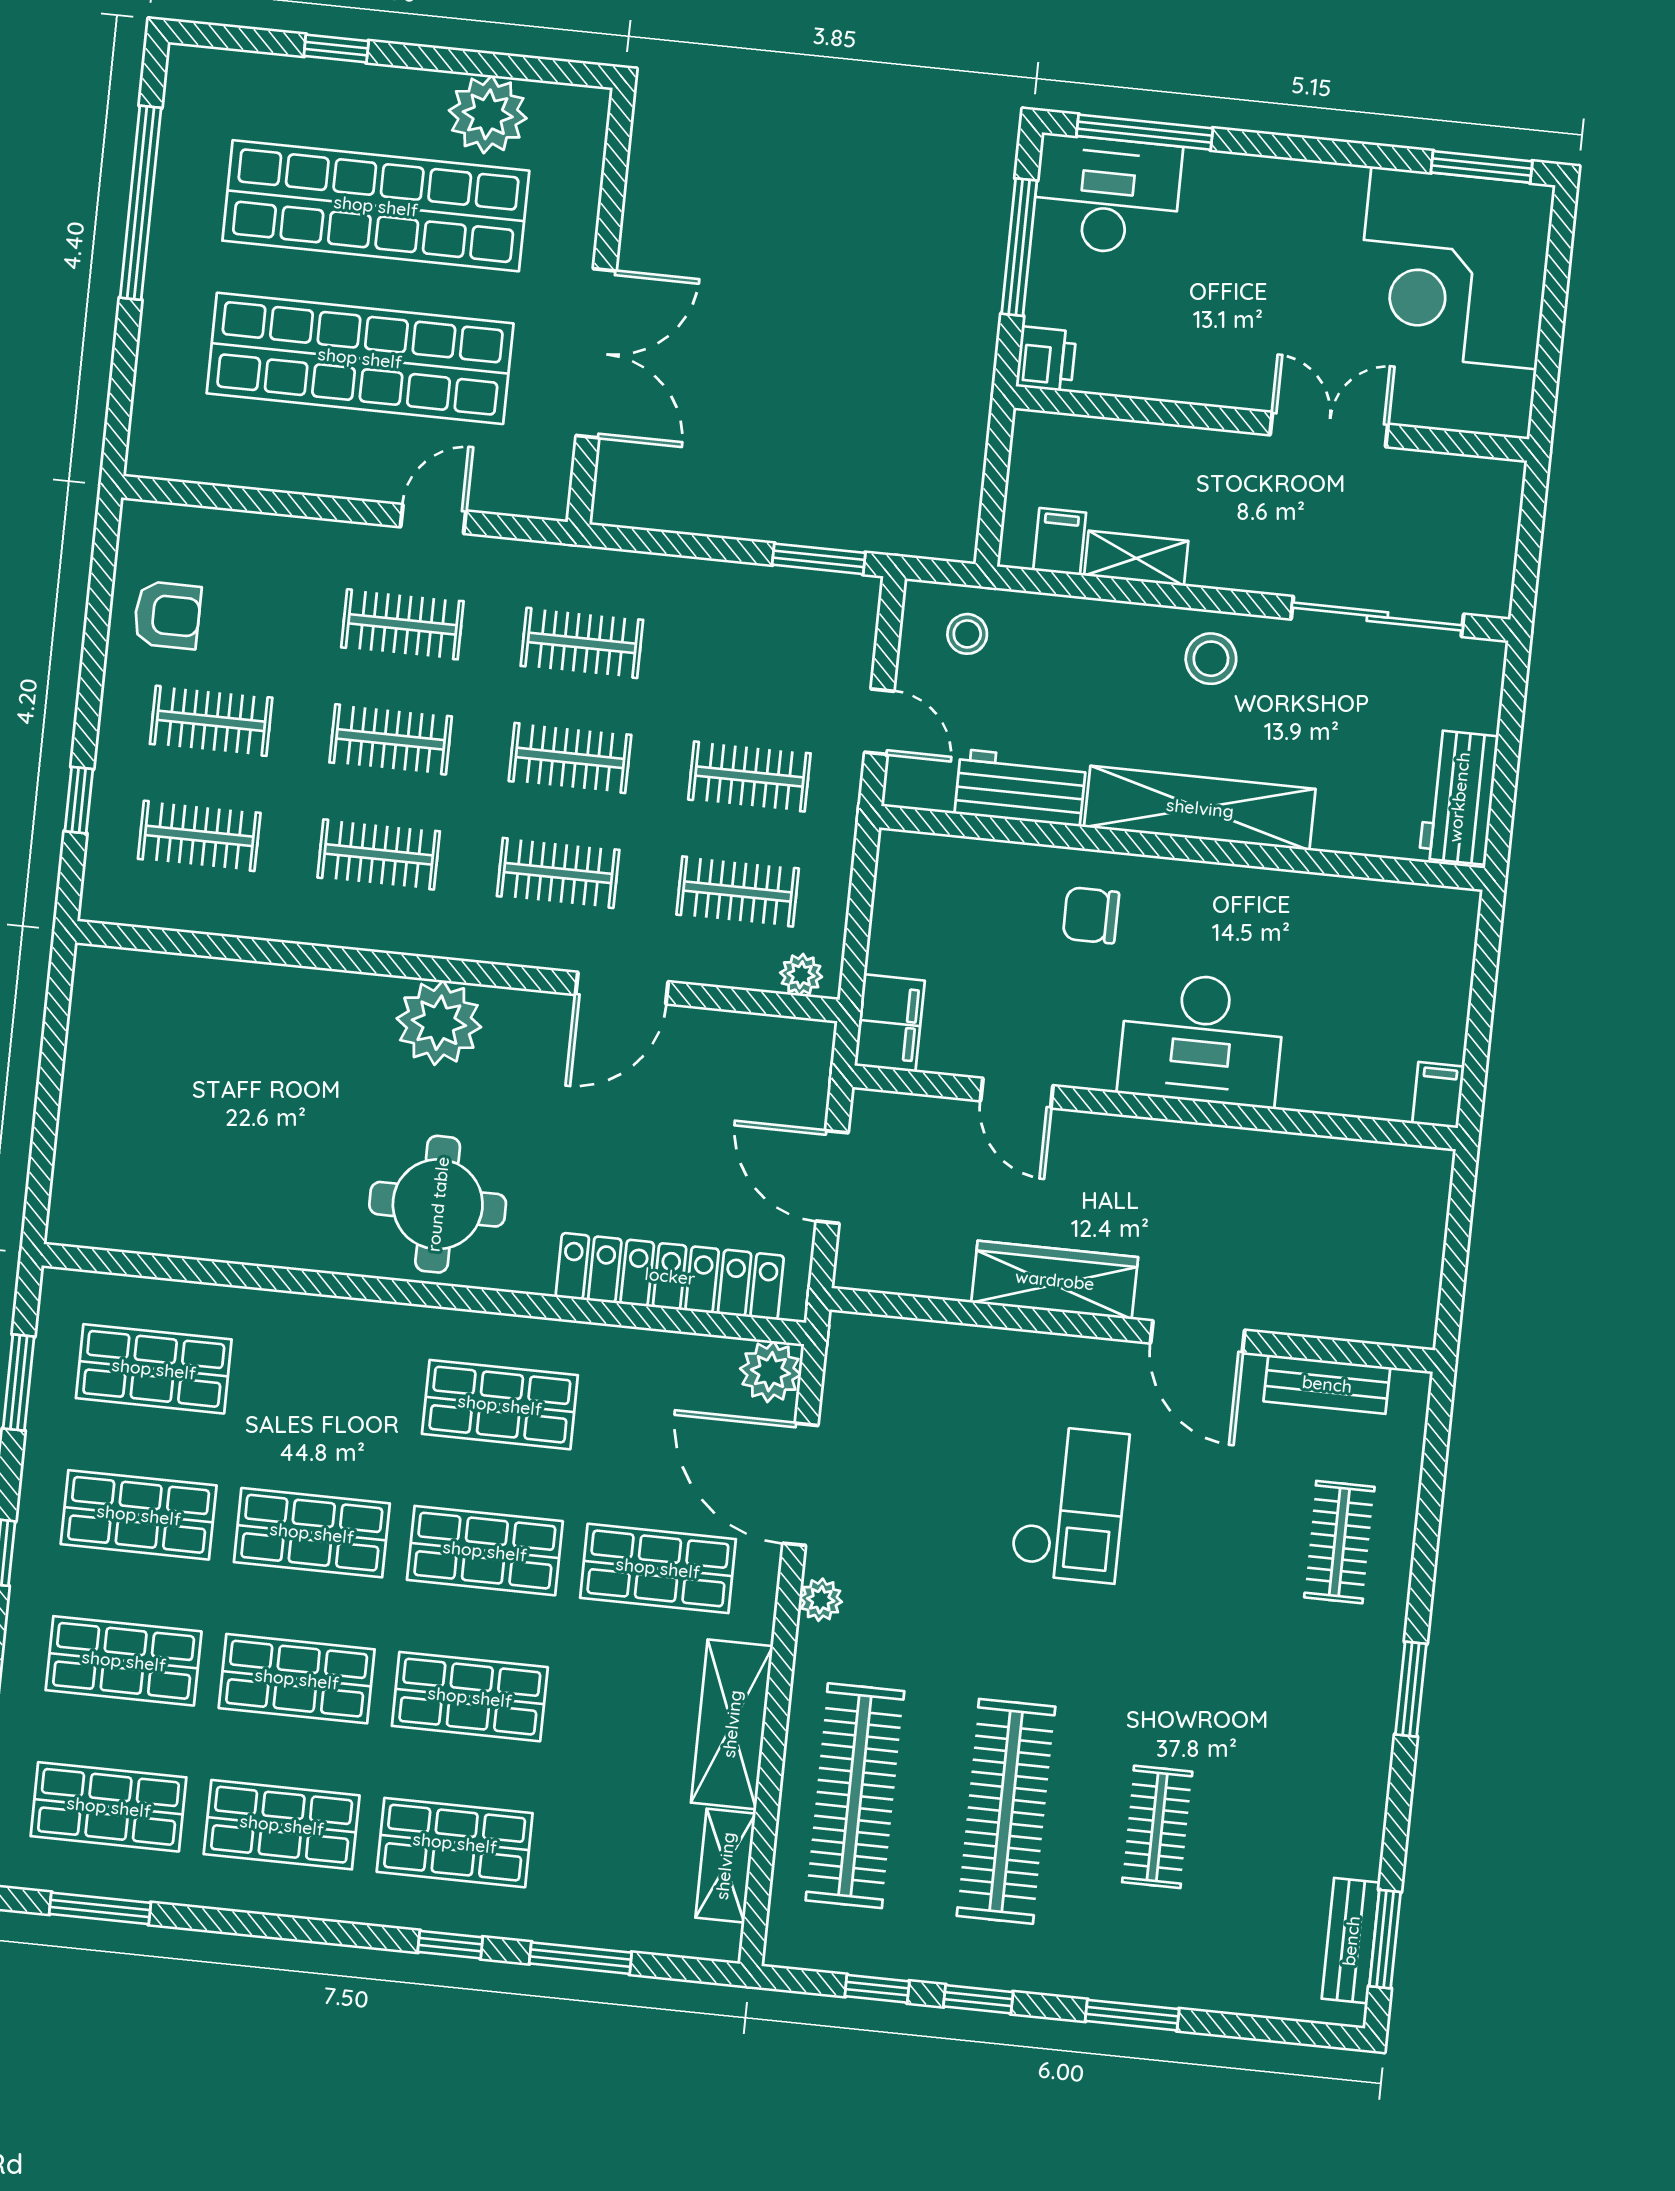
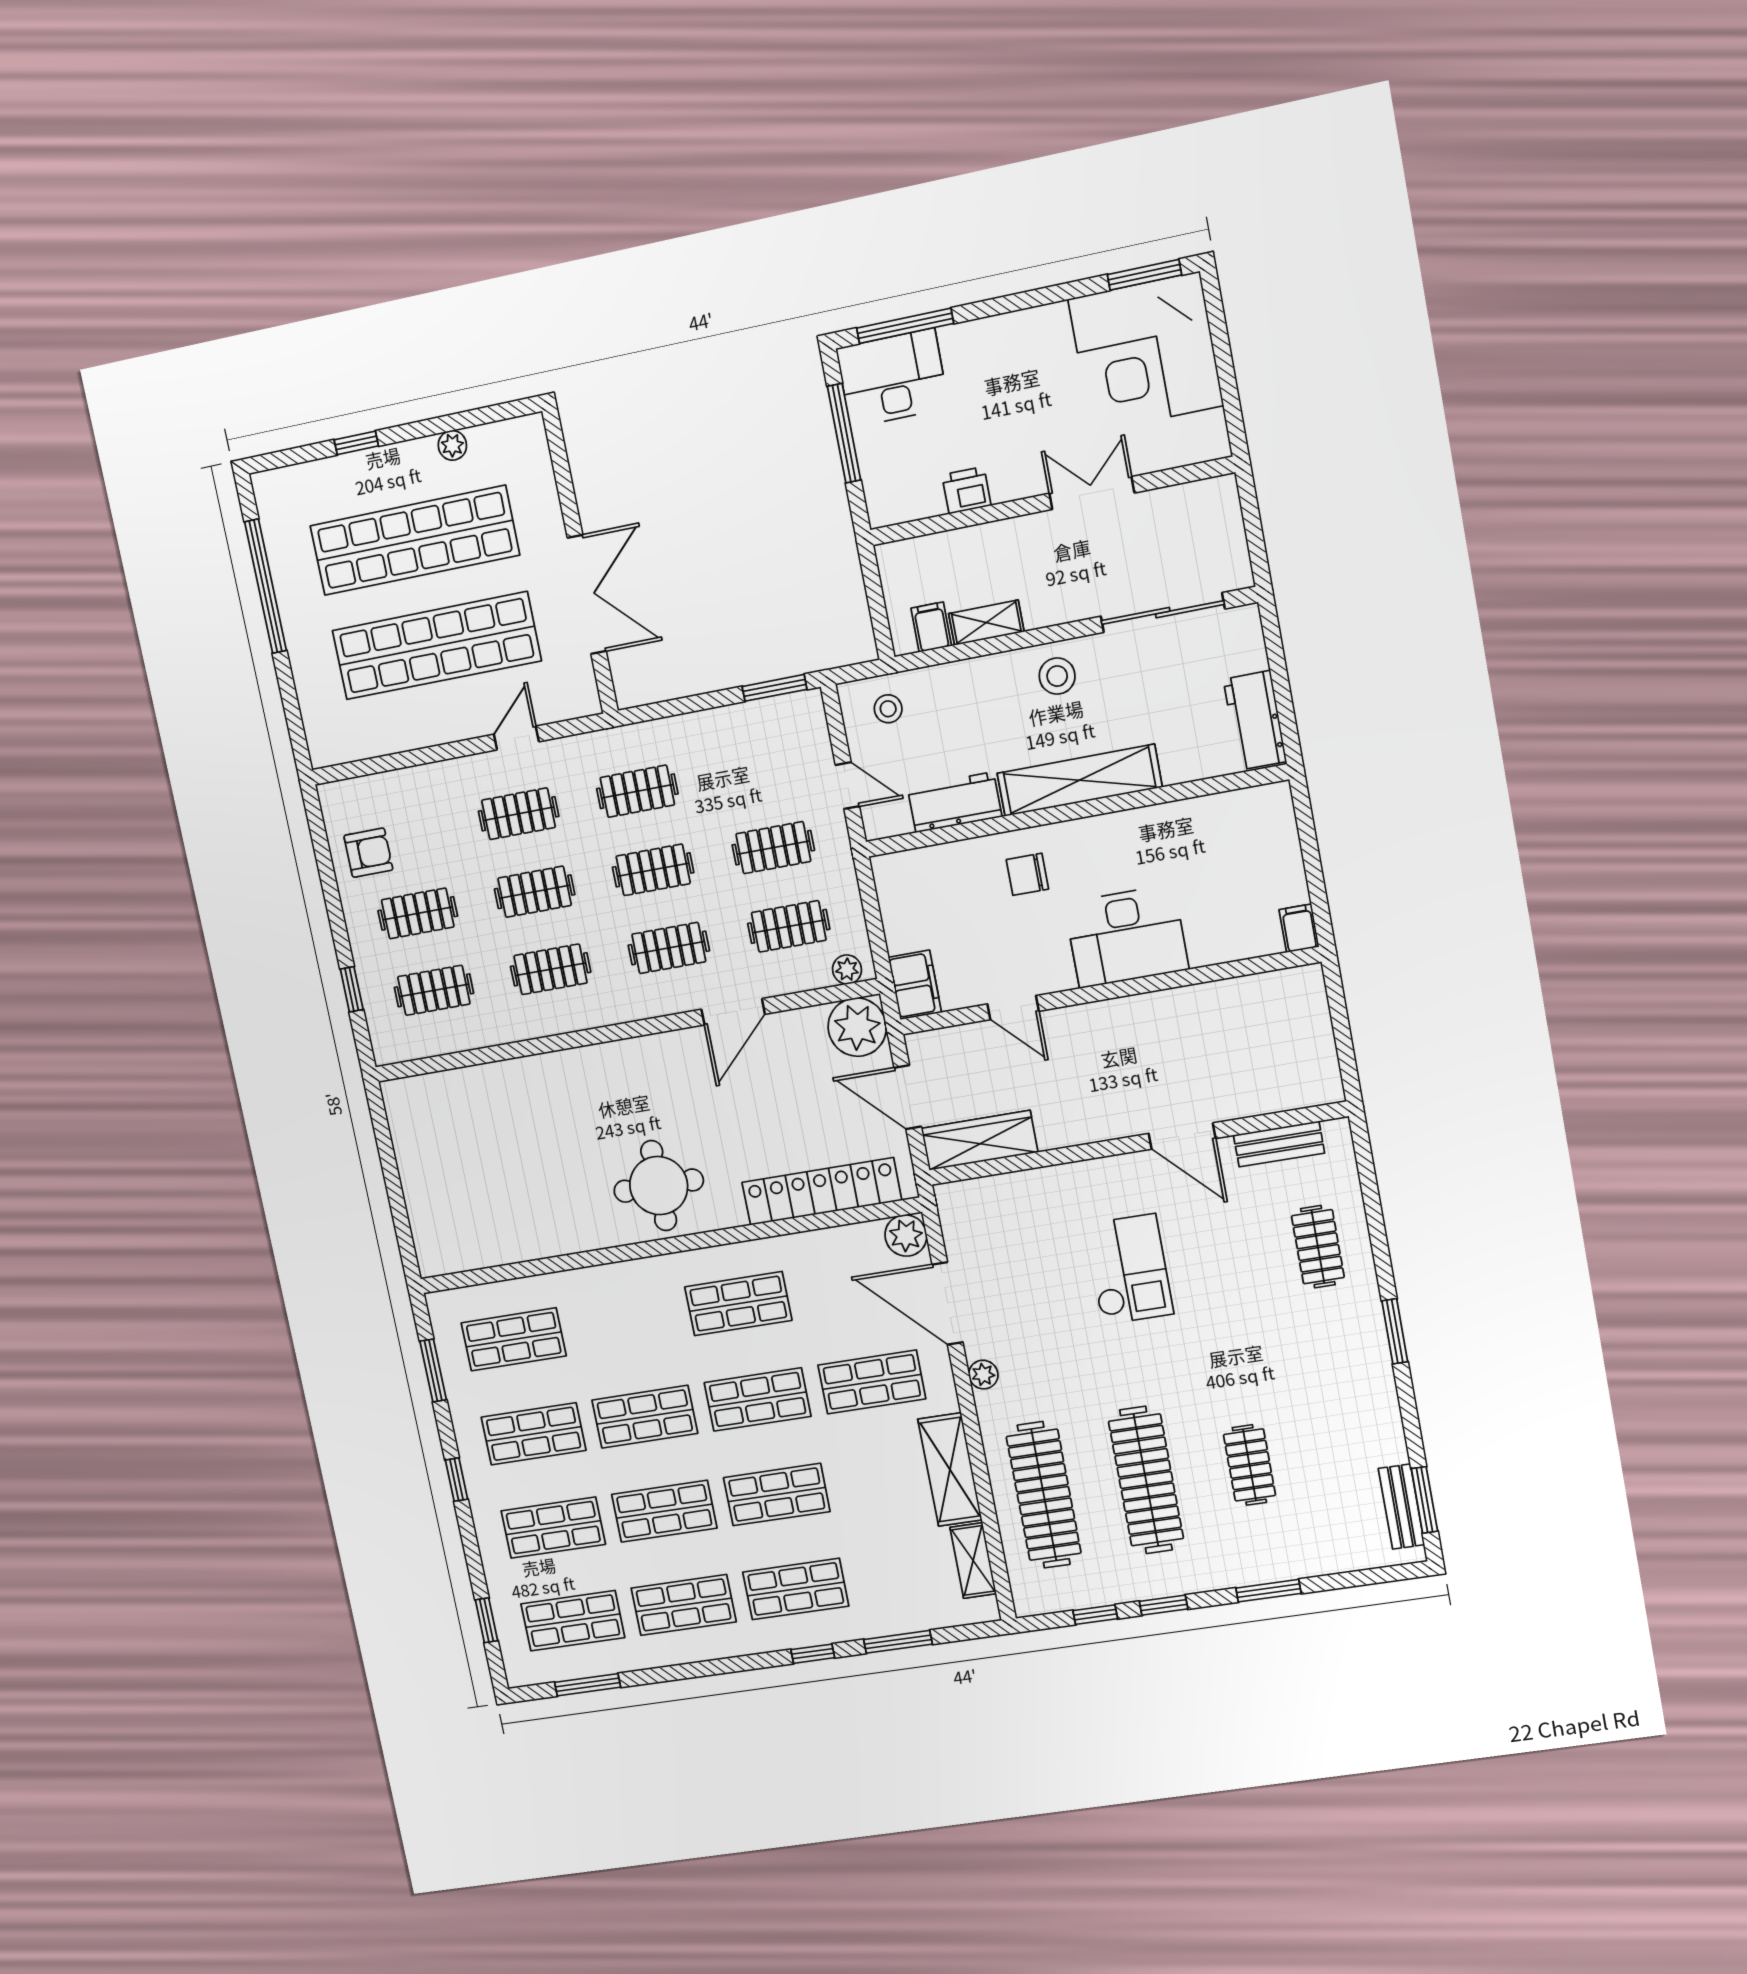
plant: (488, 114) -> (452, 445), width x0.53, depth x0.53
printer: (1046, 359) -> (966, 490), moved, turned -90
plant: (439, 1023) -> (857, 1027), moved
wardrobe: (1055, 1280) -> (980, 1140), moved

